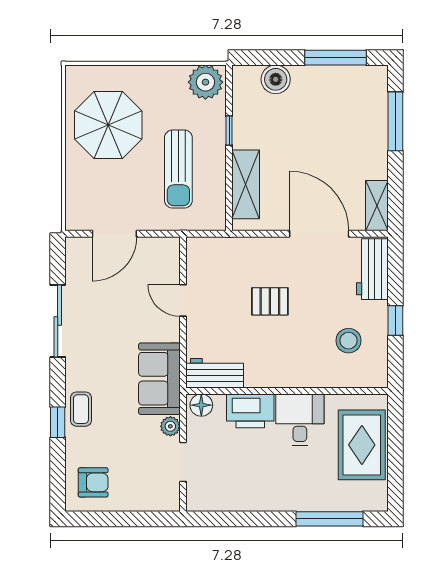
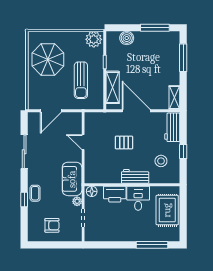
door: (319, 234) -> (136, 111), moved
workbench: (215, 373) -> (135, 176), moved
armchair: (93, 482) -> (52, 225), moved

